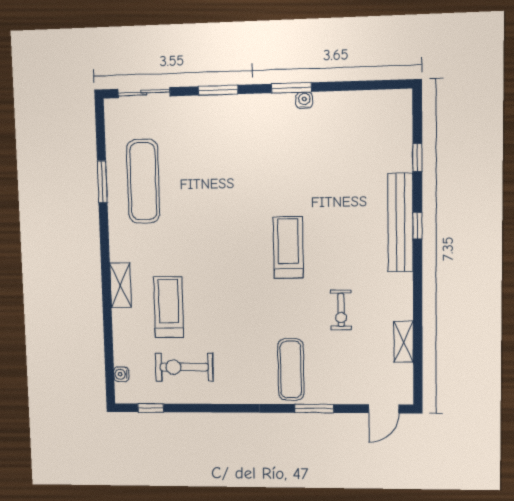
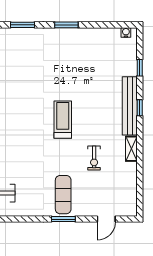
water cooler: (304, 100) -> (126, 32), moved
shelving: (404, 342) -> (131, 149), moved
window: (314, 409) -> (63, 219), moved
door: (384, 409) -> (106, 219), moved

